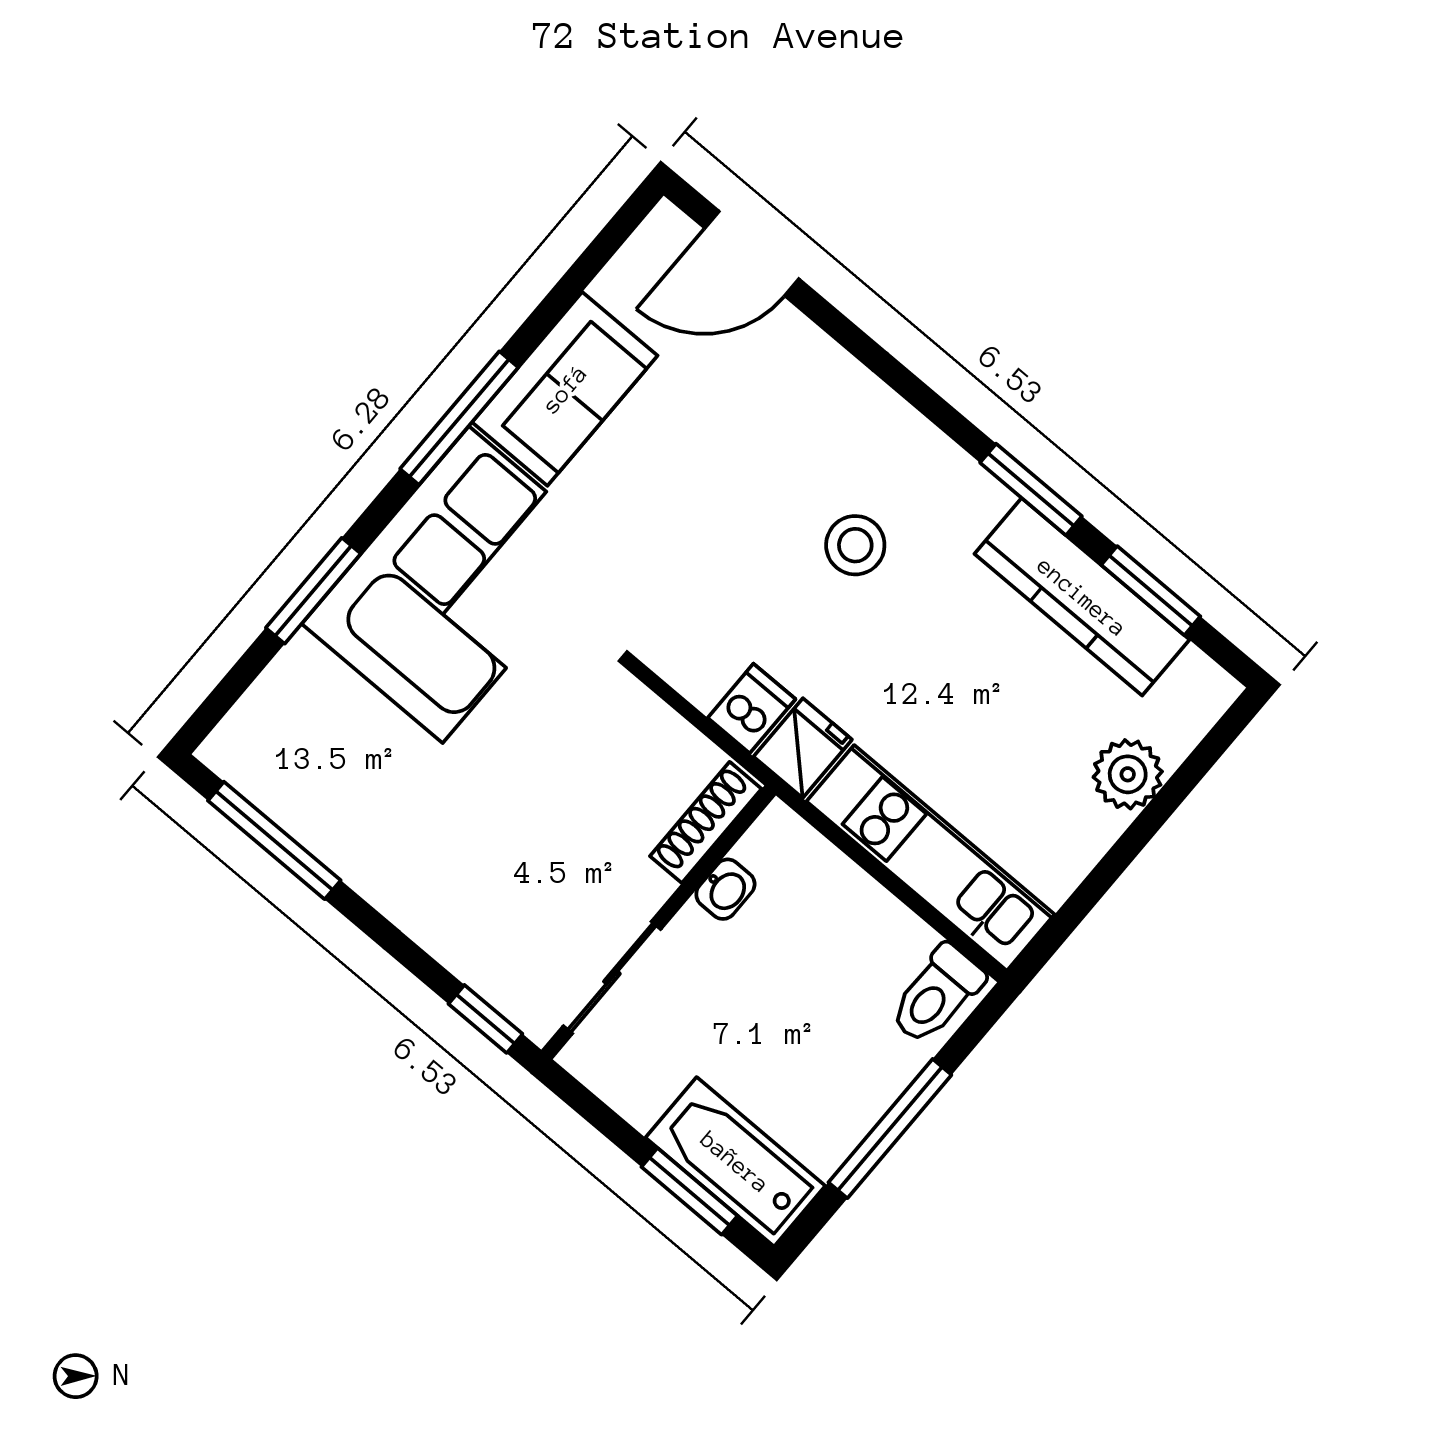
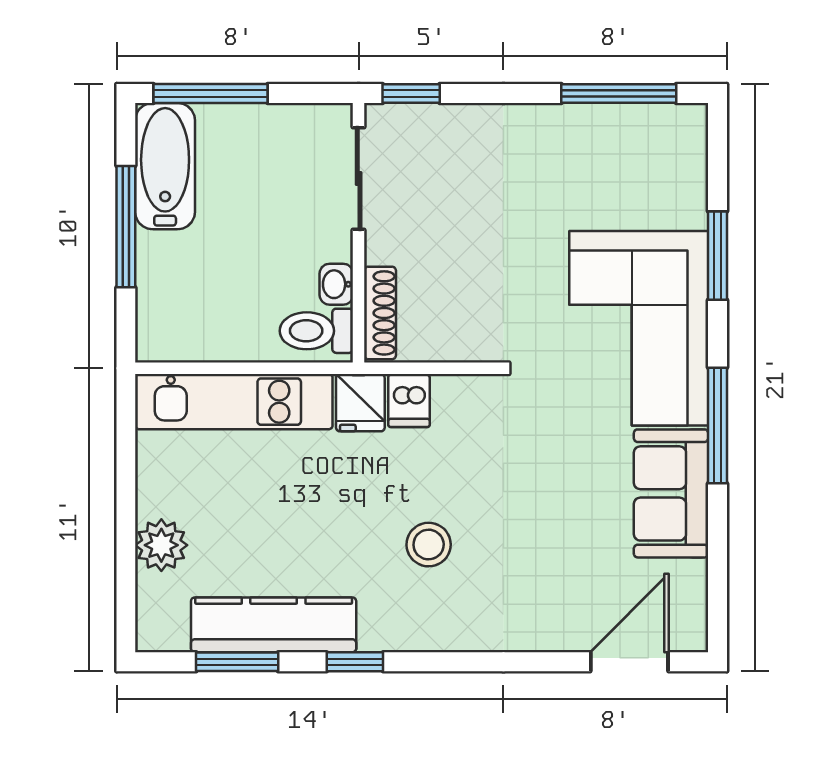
window: (1031, 489) -> (355, 662), width x0.67
toilet: (936, 995) -> (316, 331), moved, turned -90
bathtub: (735, 1162) -> (165, 166), moved, turned -90
window: (689, 1191) -> (210, 93), width x1.44

